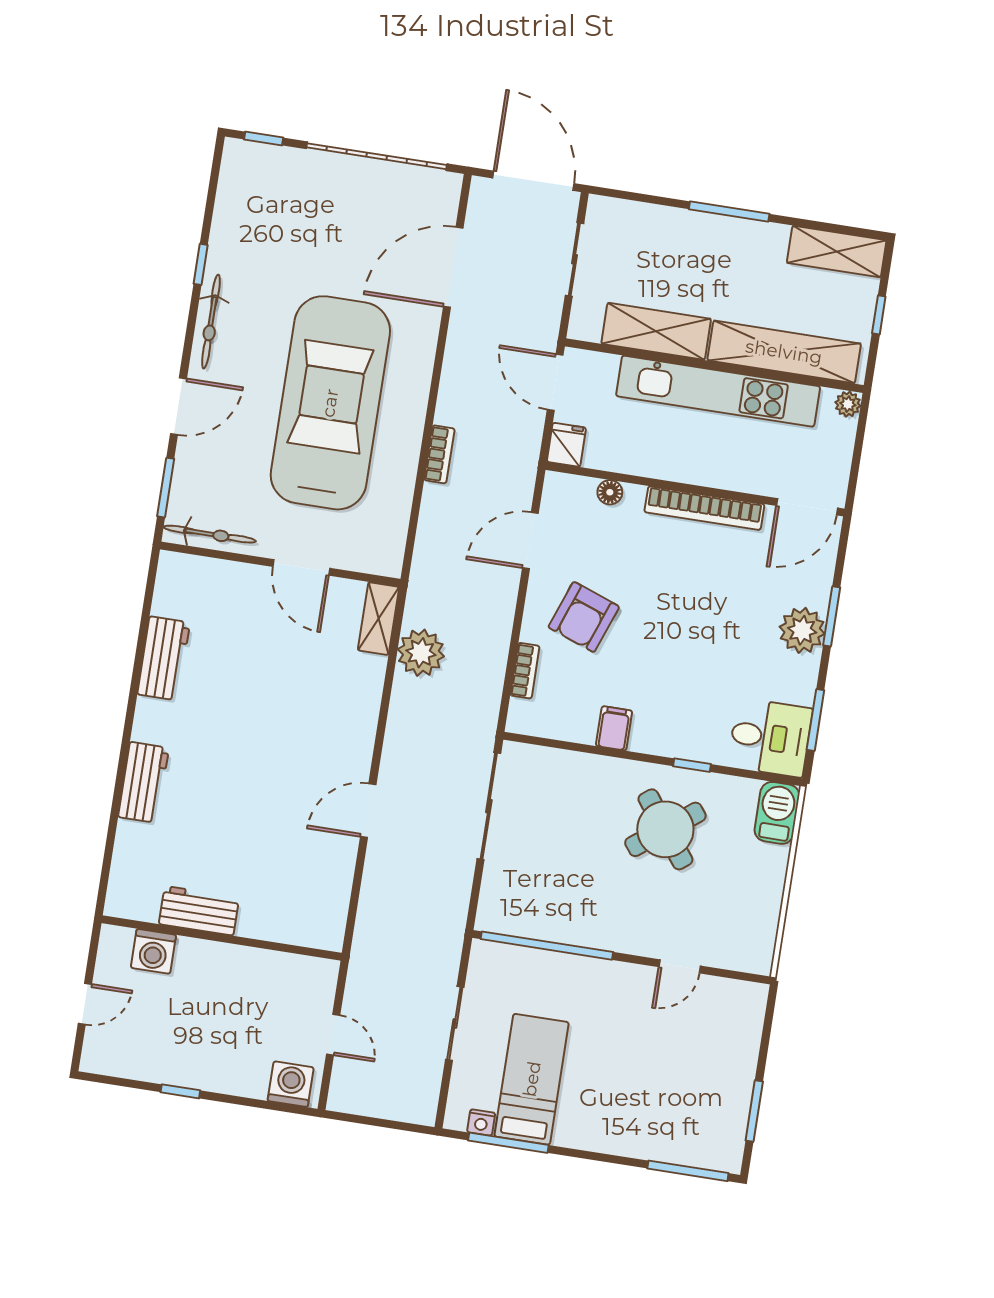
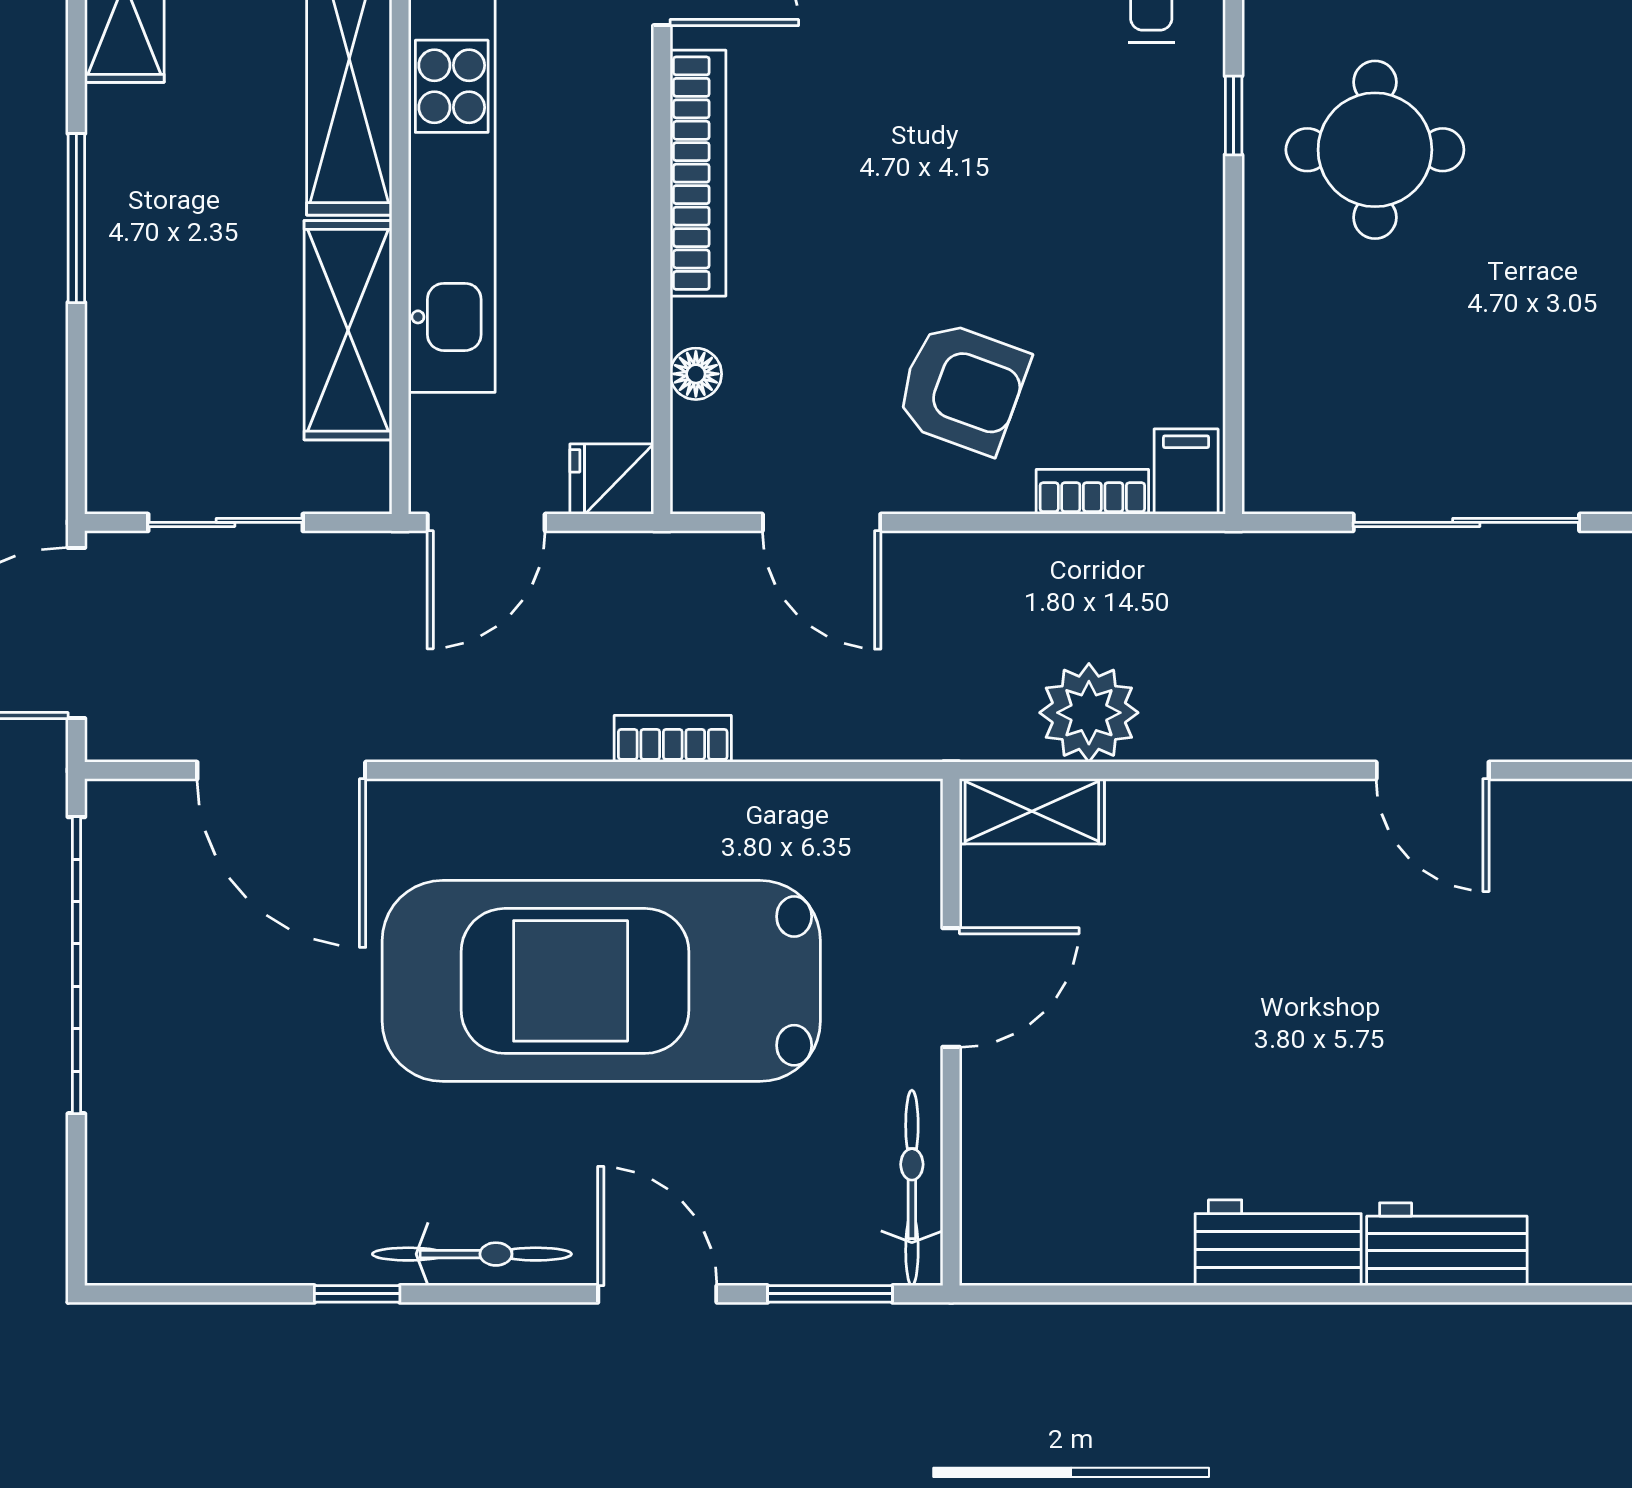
window: (264, 139) -> (76, 1204), removed
workbench: (164, 658) -> (1278, 1243), moved
filing cabinet: (614, 728) -> (1186, 472), moved, turned 90
sliding door: (489, 806) -> (1466, 522), moved
round table: (665, 829) -> (1375, 150), turned 37

